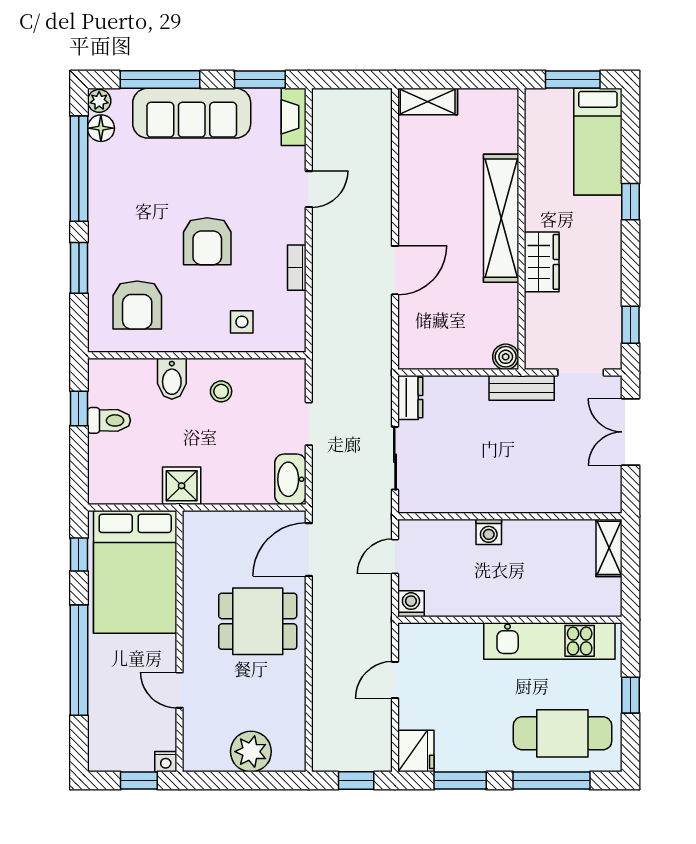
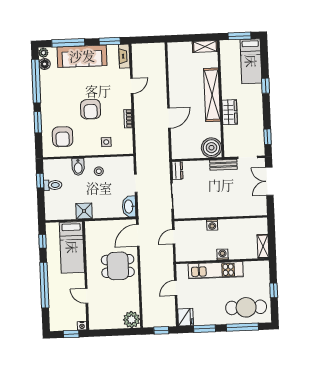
shelving: (428, 102) -> (205, 46), moved
boiler: (506, 357) -> (211, 148), width x1.86, depth x1.86
shelving: (609, 548) -> (263, 246), moved
bed: (135, 572) -> (72, 247), width x0.67
washing machine: (411, 604) -> (222, 254), moved
kitchen unit: (549, 641) -> (216, 270), moved
plant: (251, 752) -> (132, 320), moved

